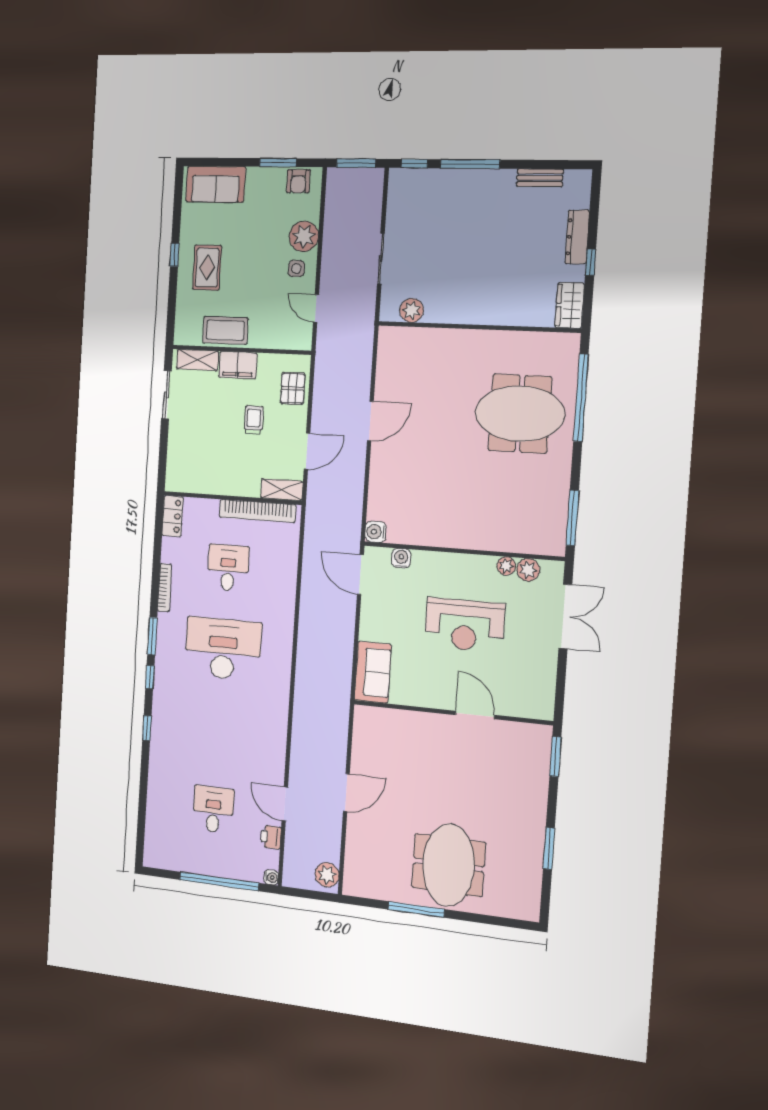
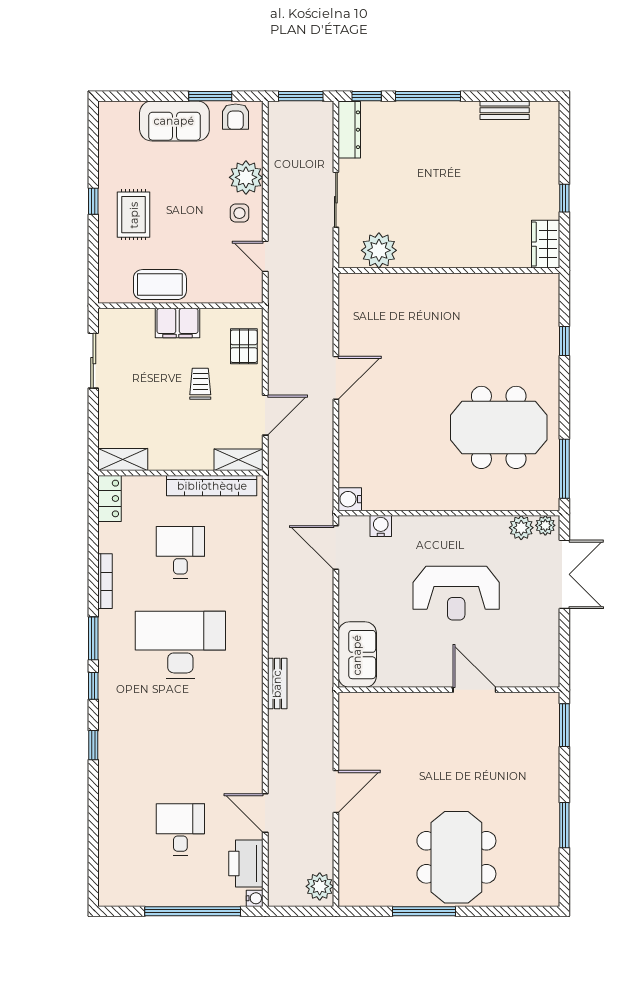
sofa: (216, 184) -> (174, 121), moved
dresser: (577, 237) -> (349, 130), moved, turned 180
plant: (412, 310) -> (379, 250), width x1.36, depth x1.36
shelving: (197, 360) -> (123, 460), moved
window: (581, 398) -> (564, 341), width x0.32
meeting table: (520, 414) -> (499, 427), moved
plant: (506, 566) -> (545, 525), moved
bench: (302, 691) -> (277, 684), added
printer: (271, 837) -> (246, 864), width x1.87, depth x1.48

